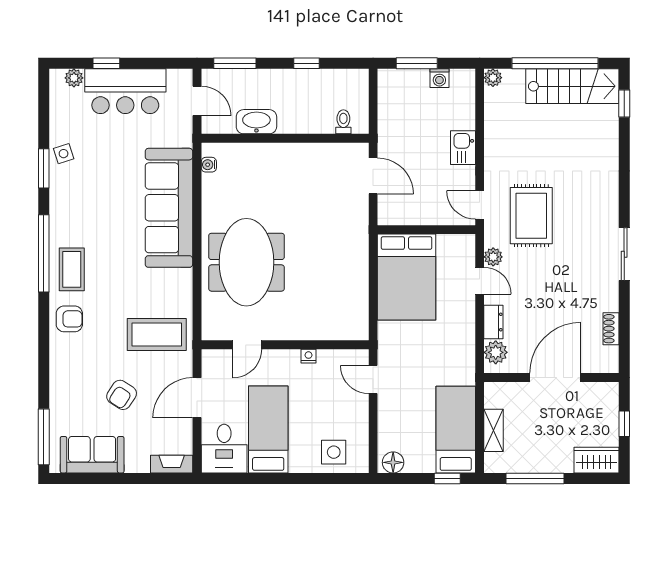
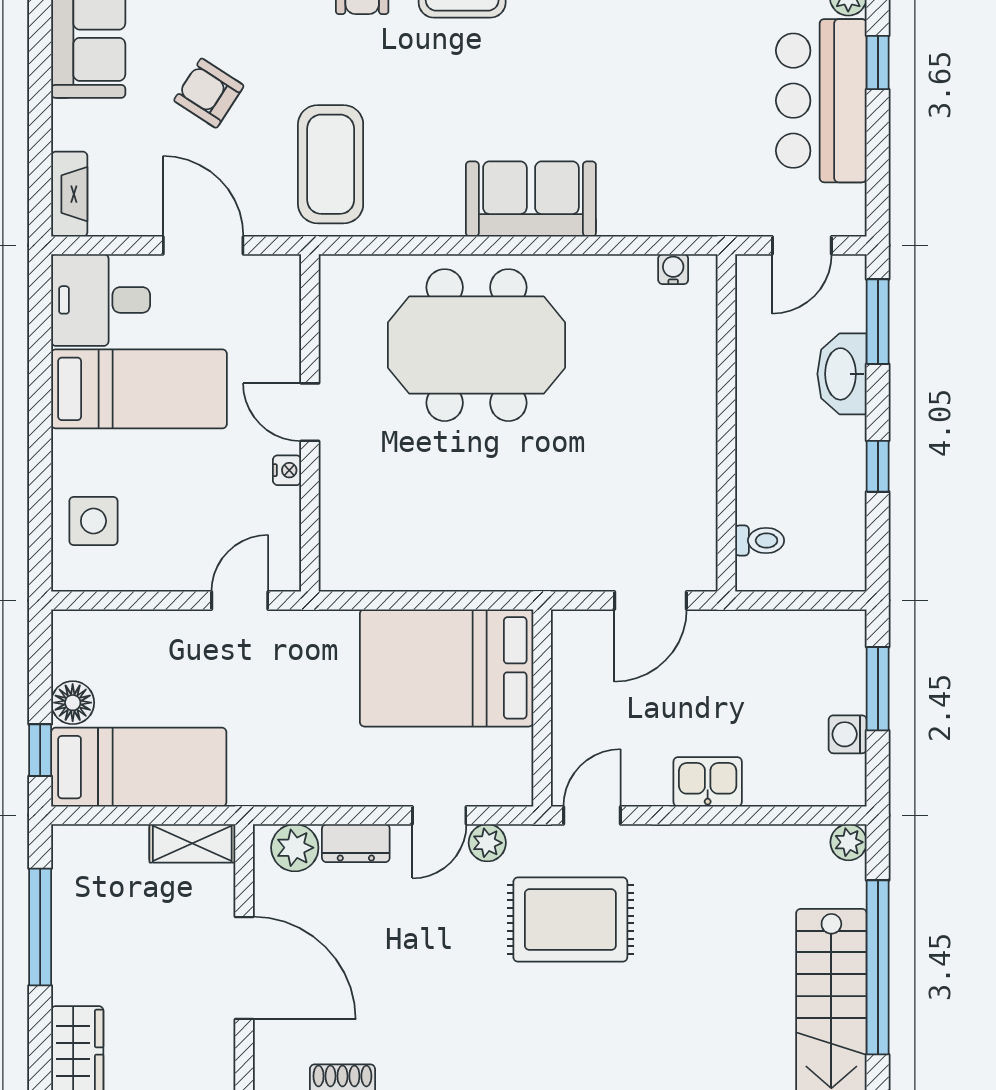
washbasin: (256, 122) -> (842, 374), moved, turned 180
sofa: (169, 208) -> (531, 199), width x0.54, depth x0.79
door: (247, 345) -> (310, 412), moved
shelving: (494, 430) -> (192, 843), moved
floor lamp: (393, 462) -> (73, 703), moved

